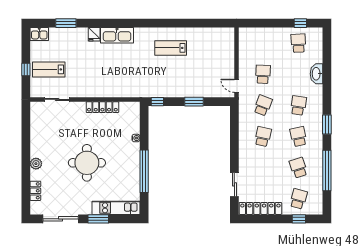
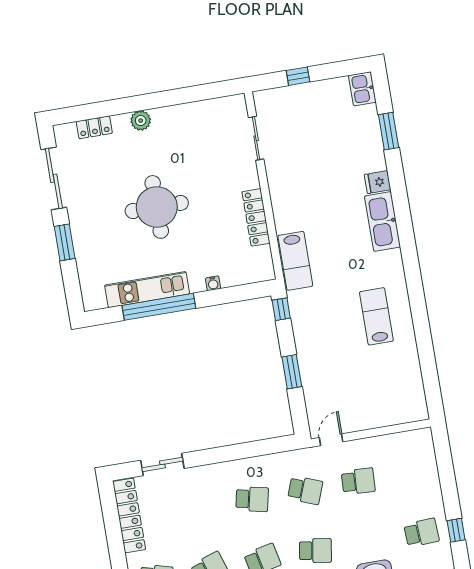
lab bench: (49, 69) -> (295, 261), moved, turned 180
kitchen unit: (116, 208) -> (147, 290), moved, turned -90

